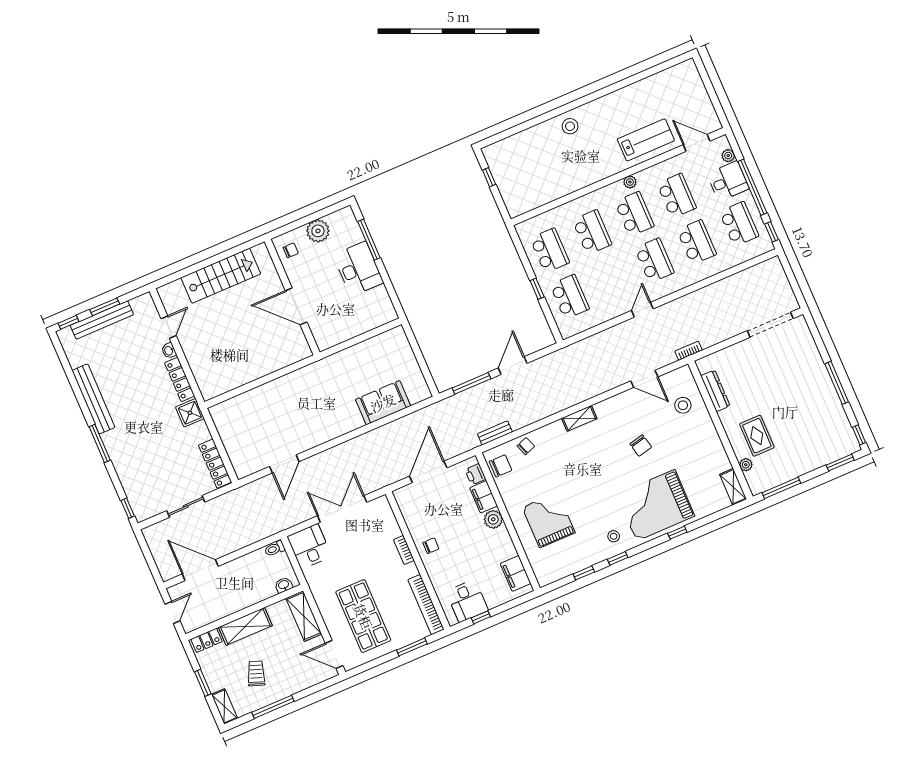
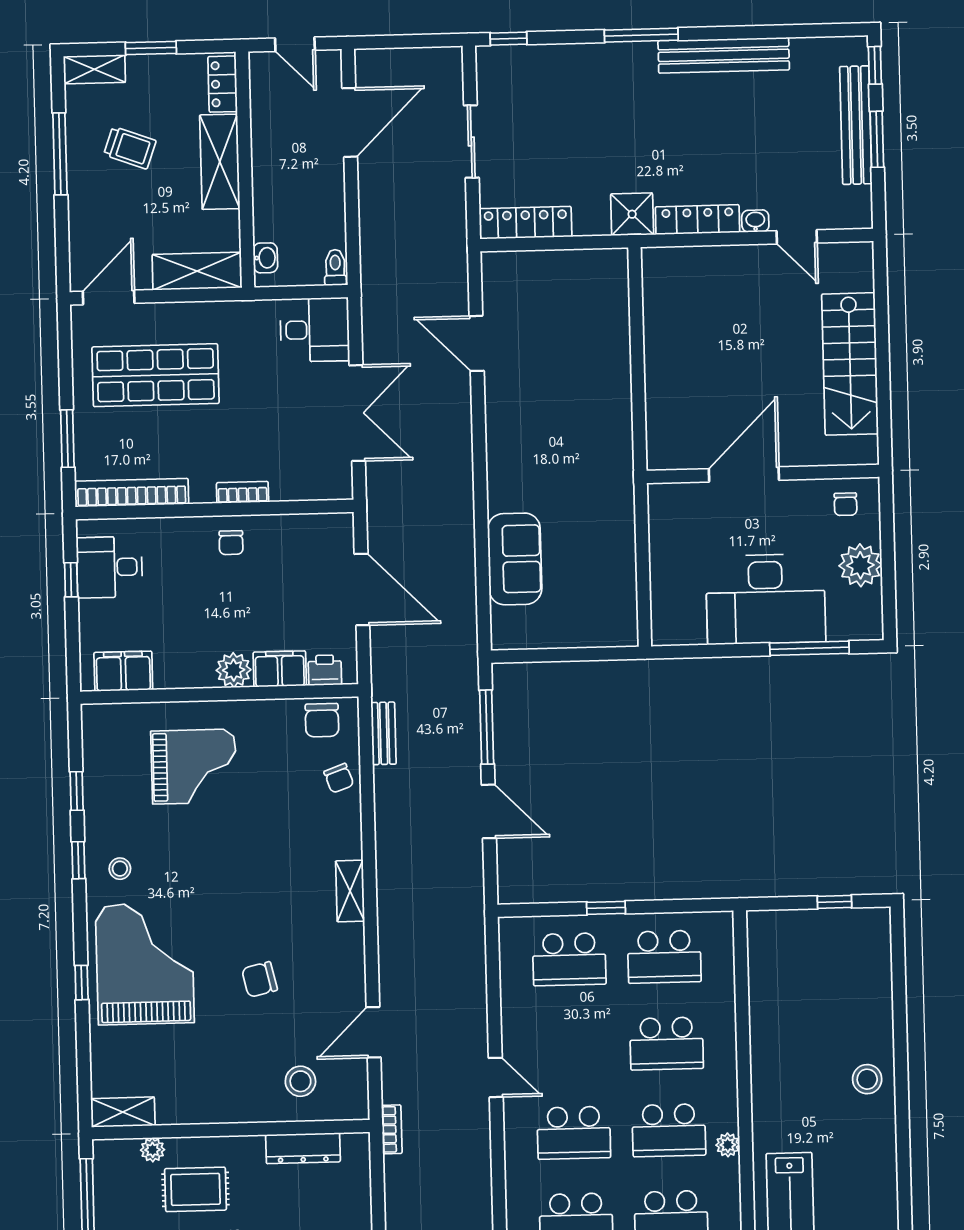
desk: (358, 269) -> (766, 599), width x1.36, depth x1.30

